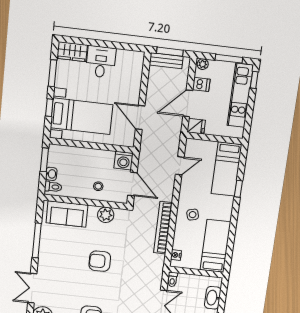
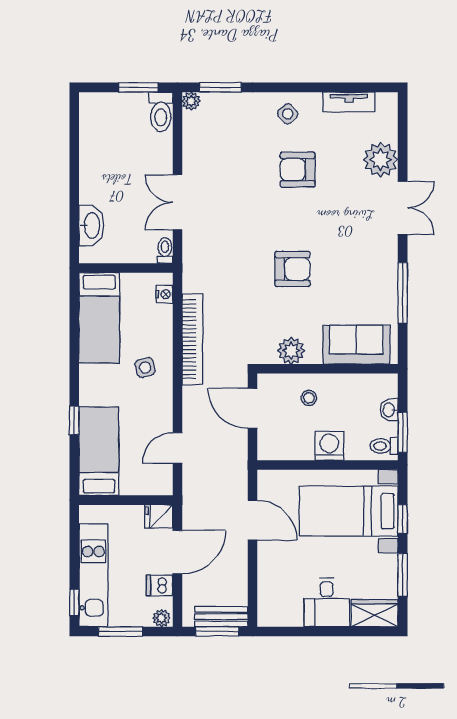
washing machine: (124, 161) -> (329, 446), moved
toilet: (53, 187) -> (384, 446), moved

